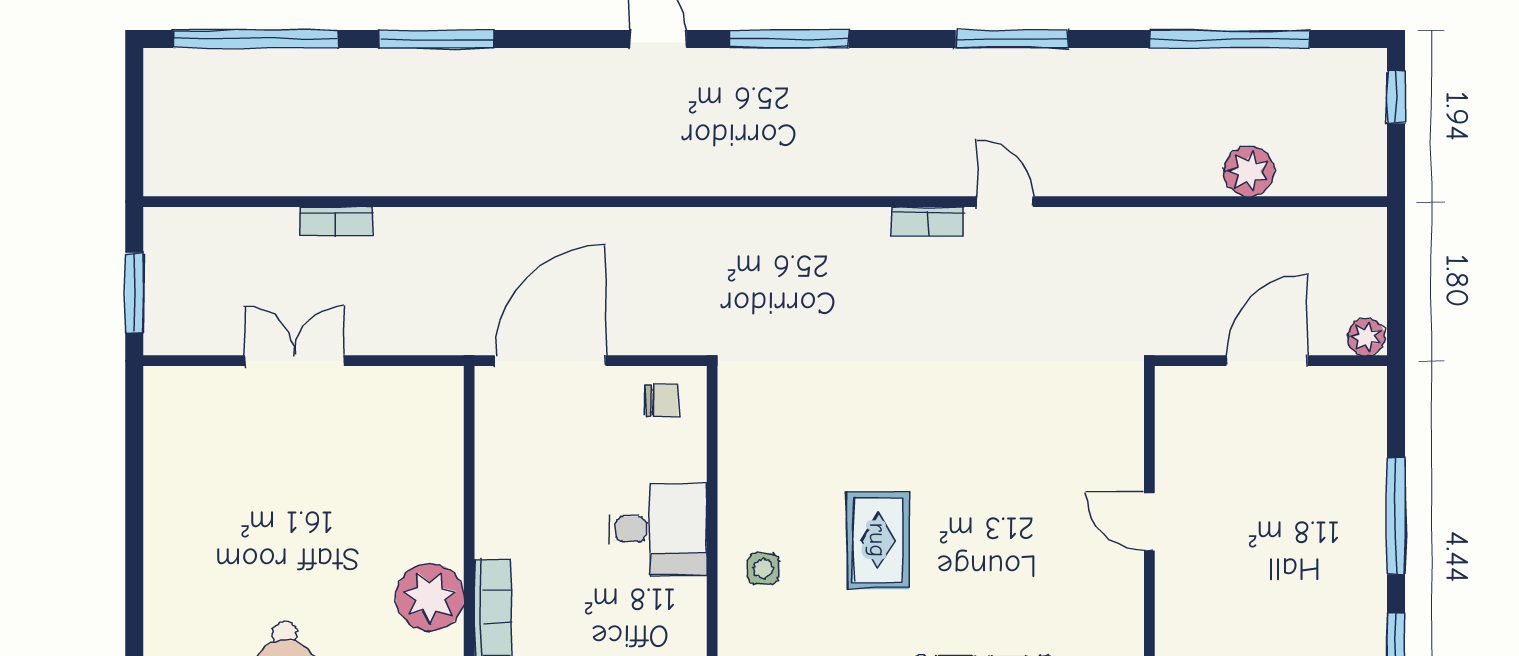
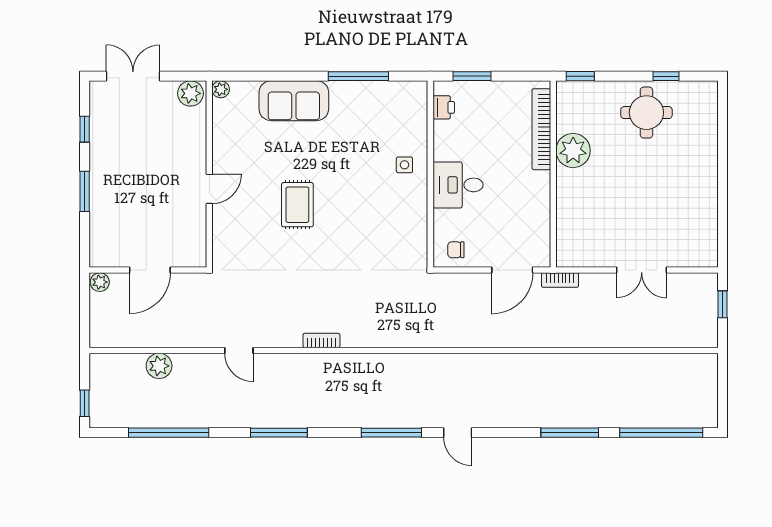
door: (1005, 202) -> (239, 350), moved
bookcase: (336, 221) -> (560, 280), moved, turned 180
window: (134, 293) -> (723, 304), width x0.67
door: (550, 361) -> (512, 270), width x0.73
window: (1396, 516) -> (85, 191), width x0.69
door: (1149, 521) -> (209, 189), hinge flipped
rug: (878, 540) -> (297, 205), moved

